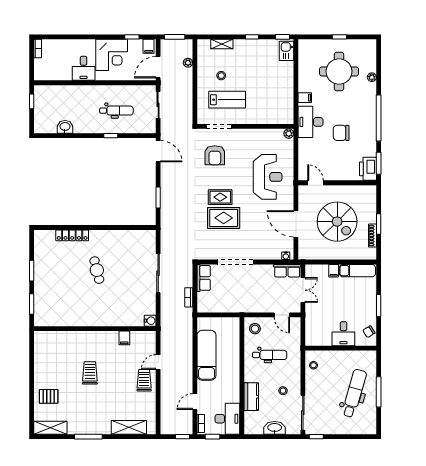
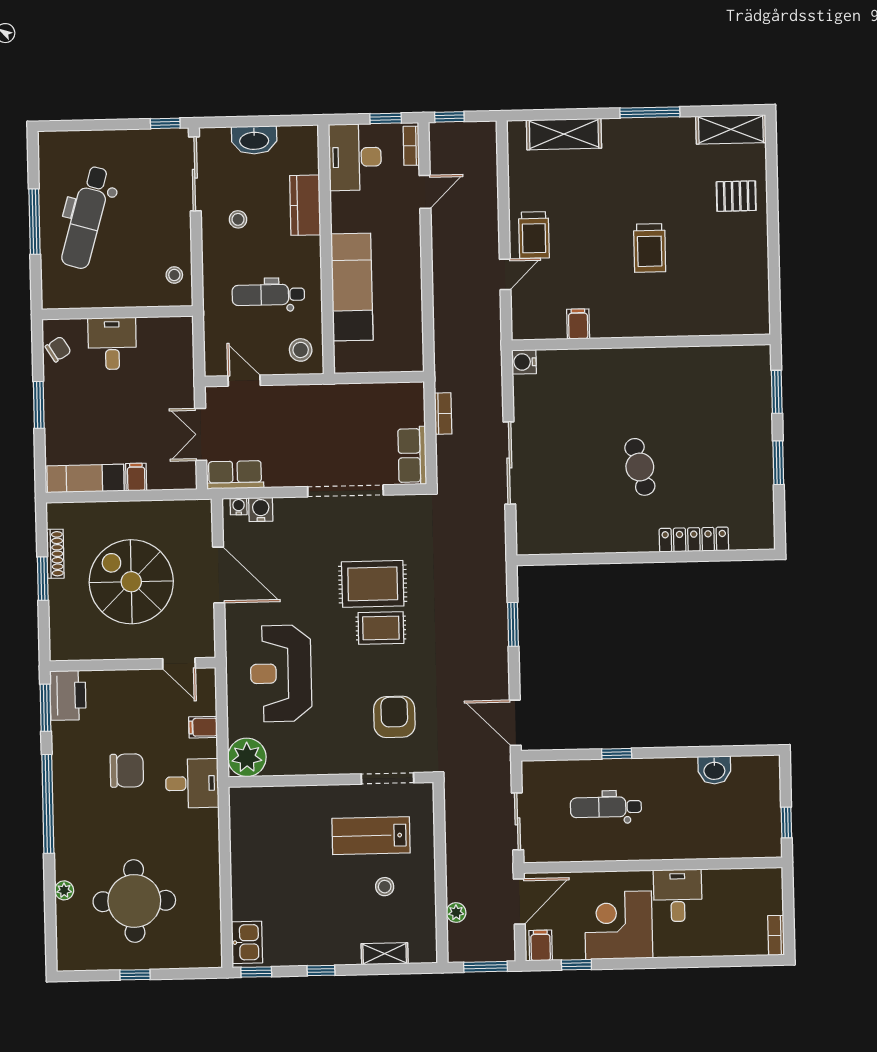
filing cabinet: (305, 98) -> (203, 727), moved
desk: (311, 122) -> (192, 783), width x0.73
plant: (289, 134) -> (247, 757), width x1.87, depth x1.87
water cooler: (275, 254) -> (261, 510), added
exam couch: (207, 355) -> (352, 287), moved, turned 180

